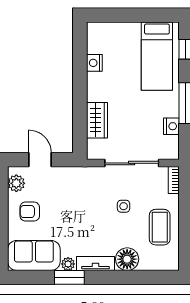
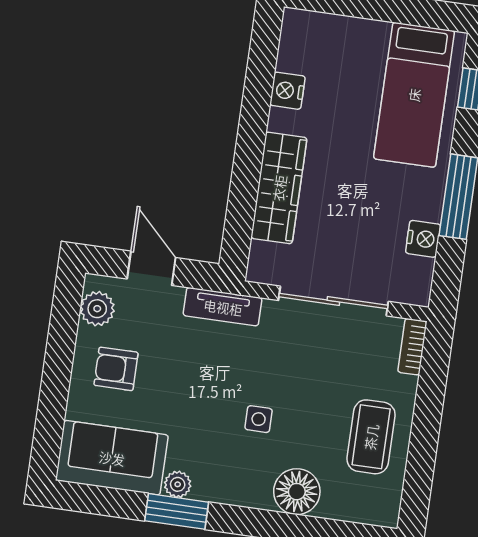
wardrobe: (97, 120) -> (279, 188), width x1.50
side table: (124, 206) -> (259, 419), moved
tv unit: (96, 263) -> (223, 307), moved, turned 180

